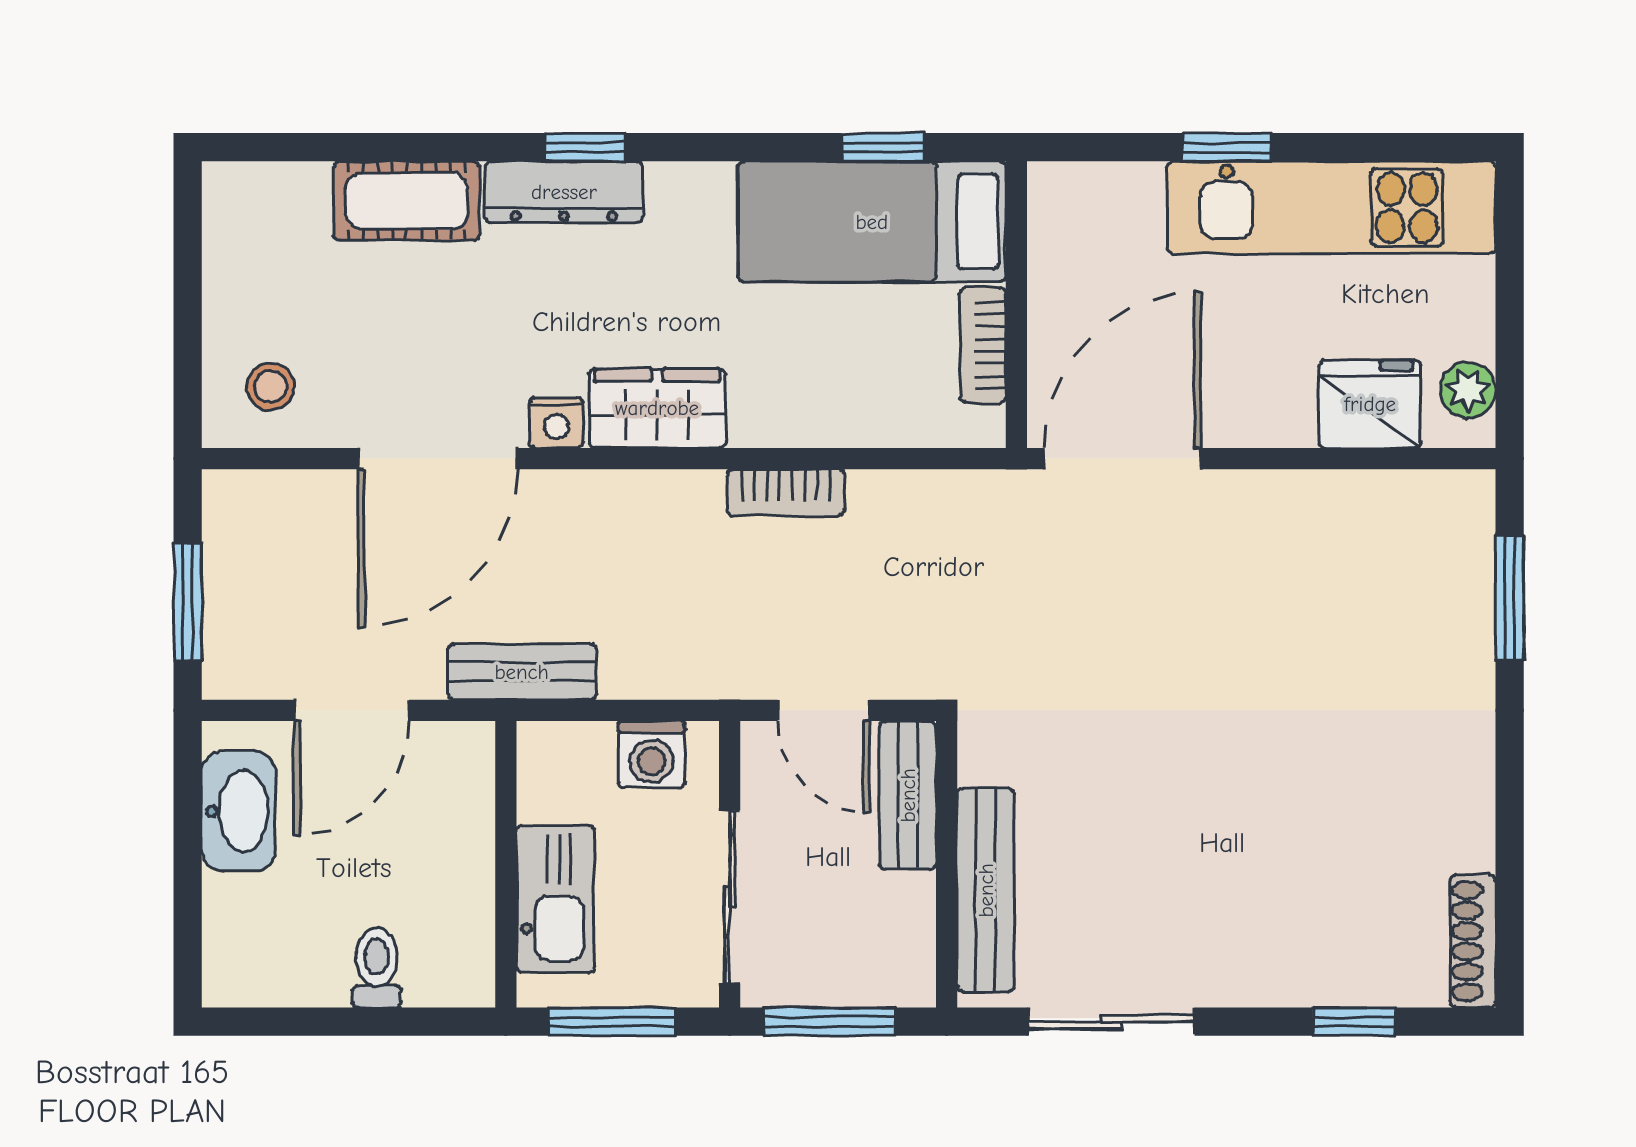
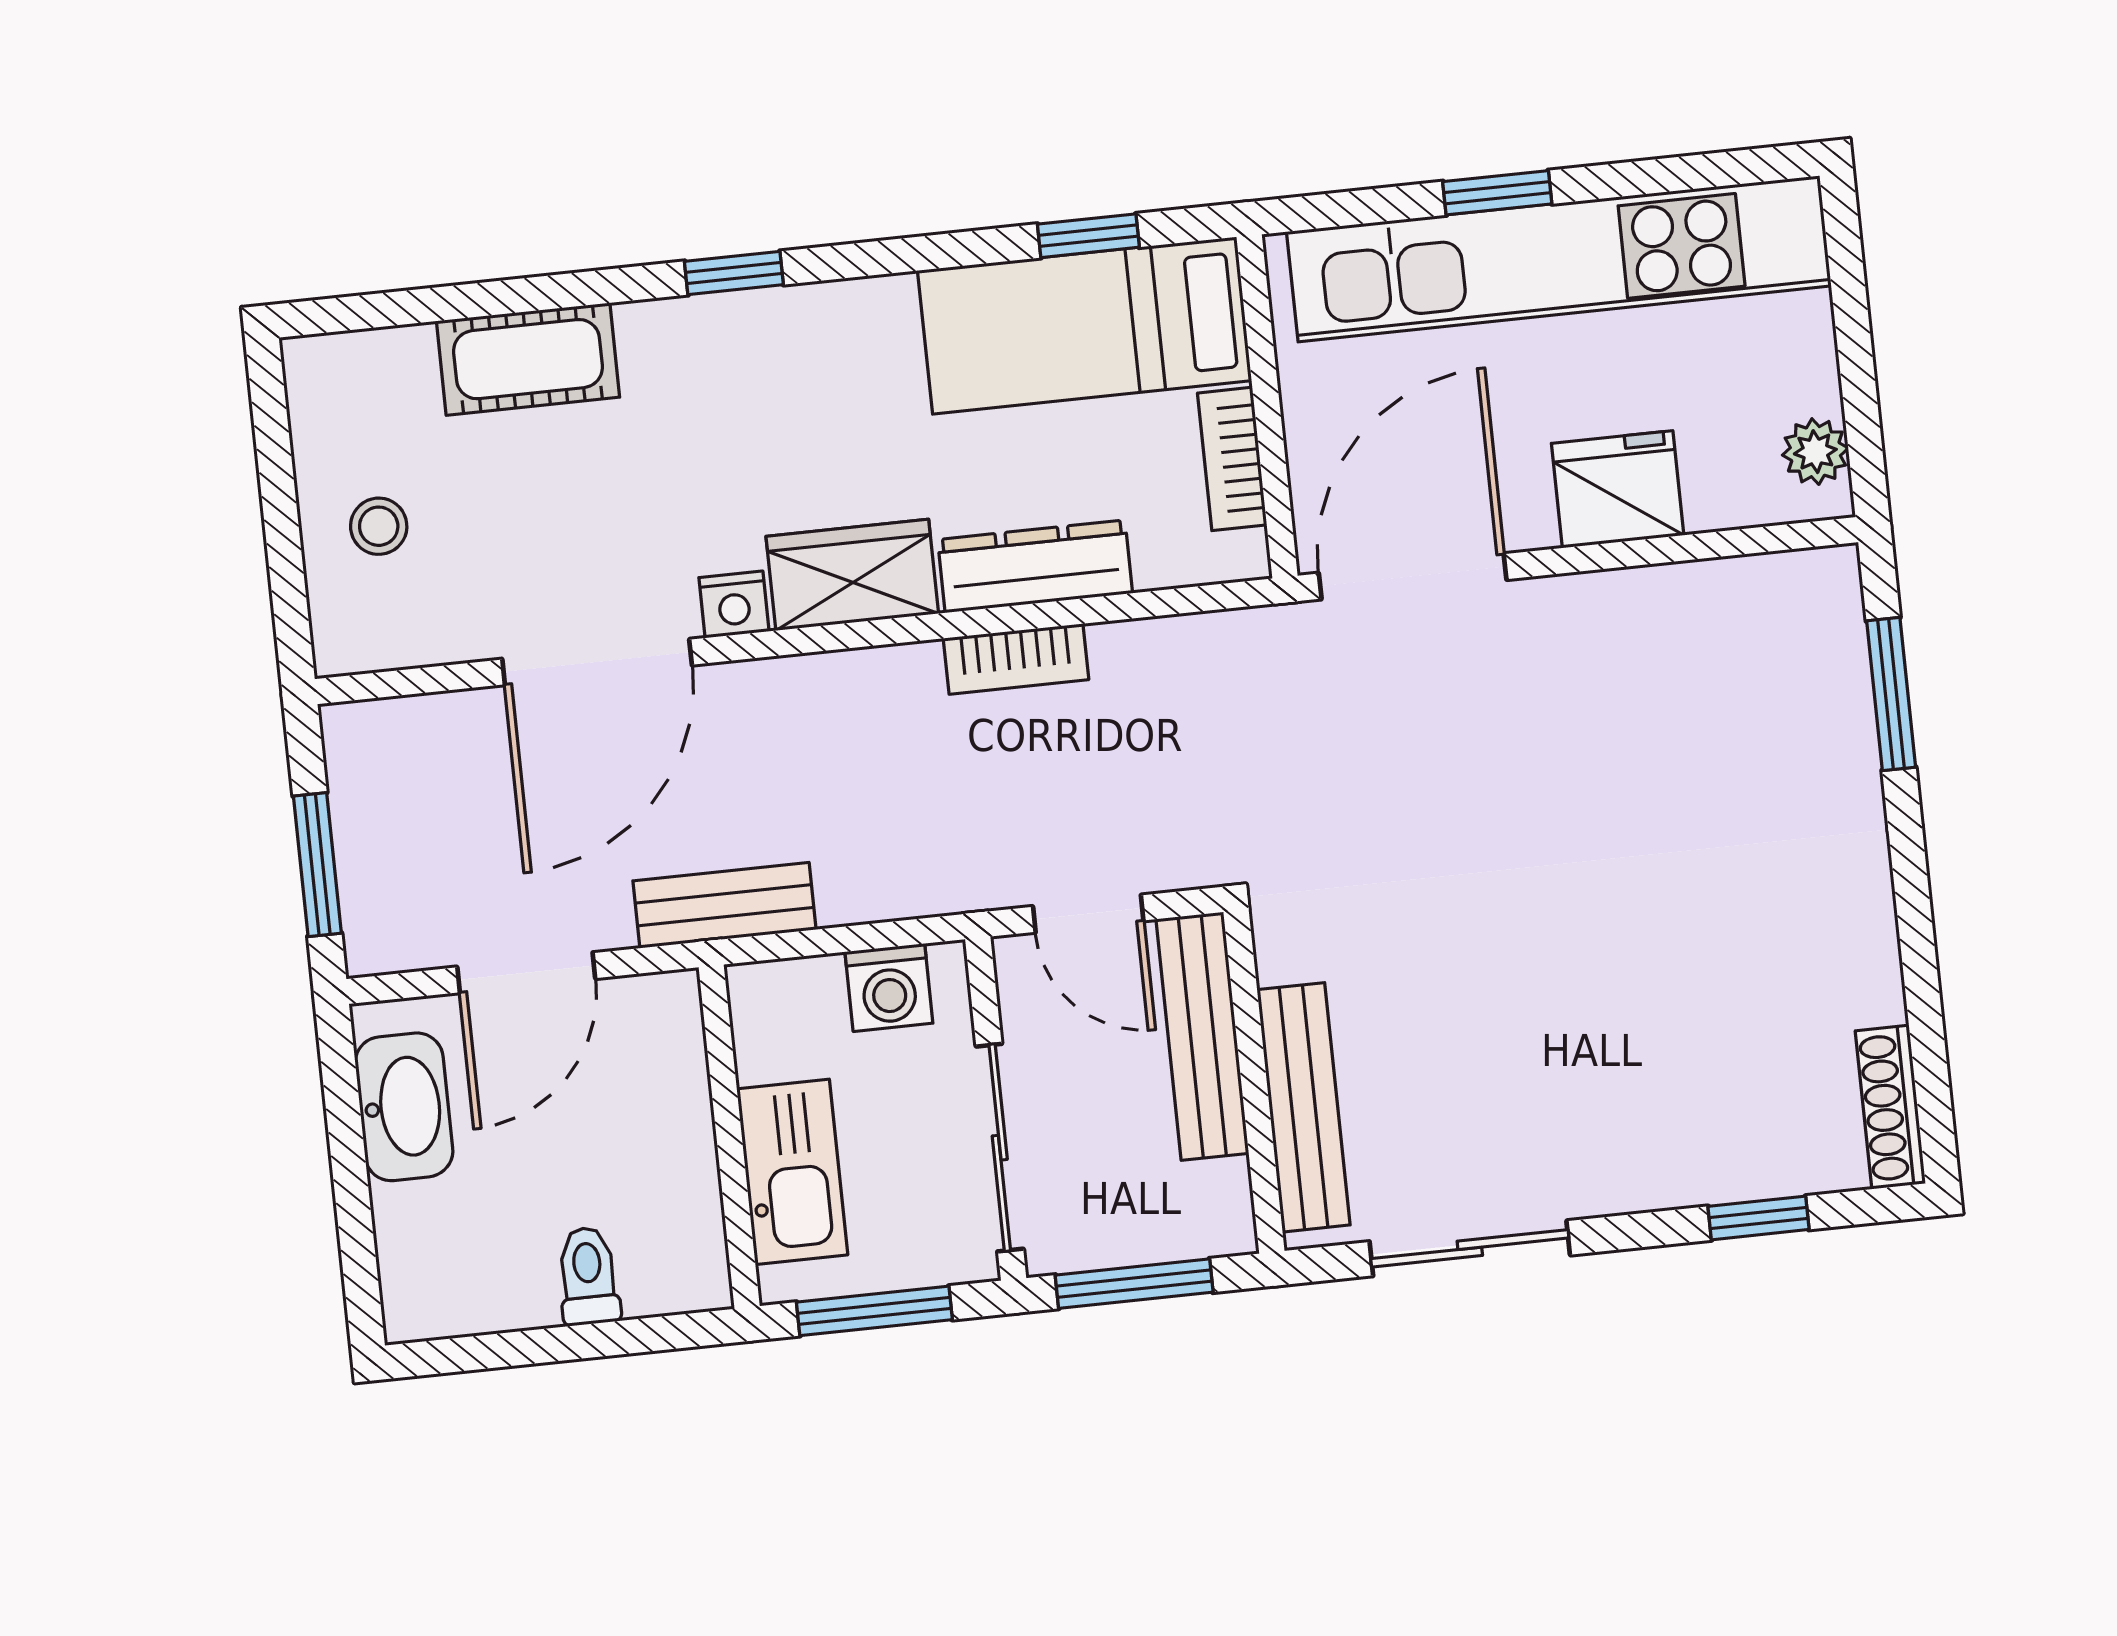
dresser: (564, 192) -> (1035, 566), moved, turned 180
kitchen unit: (1331, 208) -> (1559, 259), width x1.36
stool: (271, 387) -> (379, 526), moved
fridge: (1370, 404) -> (1618, 489), moved
bench: (908, 795) -> (1202, 1036), width x1.36

